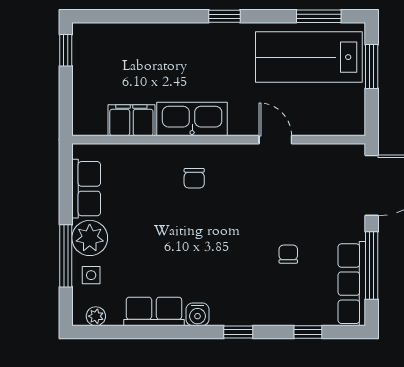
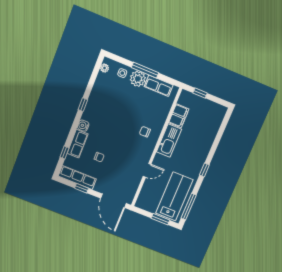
window: (319, 16) -> (189, 207), width x1.44
window: (66, 50) -> (200, 93), moved
window: (66, 256) -> (145, 70), moved
window: (372, 265) -> (82, 188), width x0.46
row of seats: (154, 311) -> (78, 144), moved
water cooler: (198, 314) -> (83, 126), moved
window: (238, 332) -> (83, 105), moved

